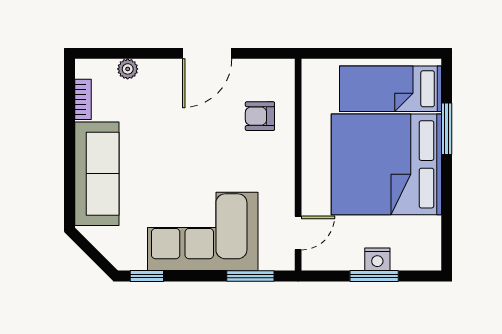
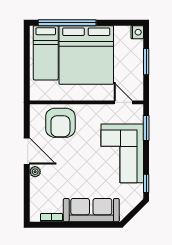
plant: (128, 69) -> (35, 172), moved
armchair: (260, 116) -> (60, 123), width x1.88, depth x1.88
window: (447, 129) -> (67, 23), width x2.11
nightstand: (377, 259) -> (137, 32), moved

